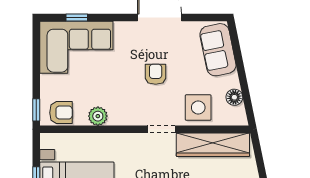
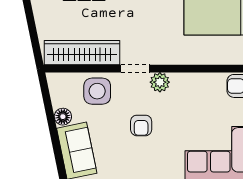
floor lamp: (234, 97) -> (63, 117), moved
plant: (98, 116) -> (160, 82), moved

